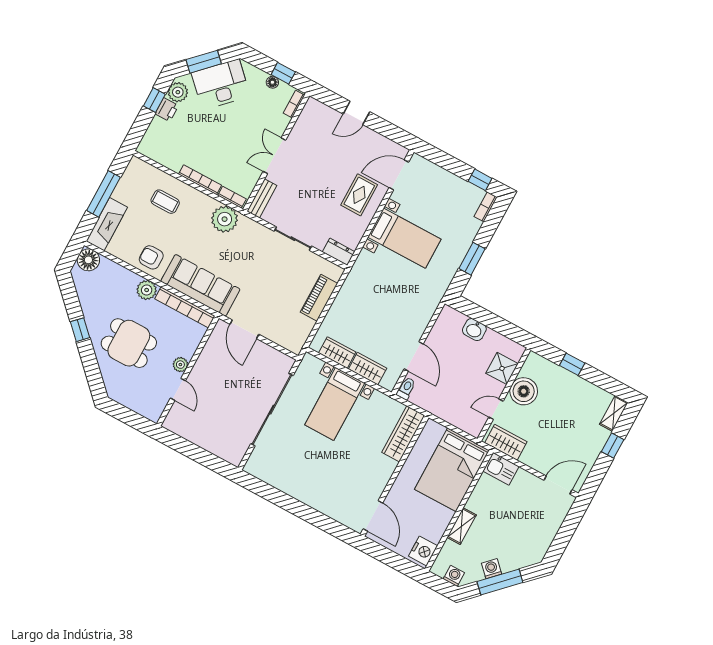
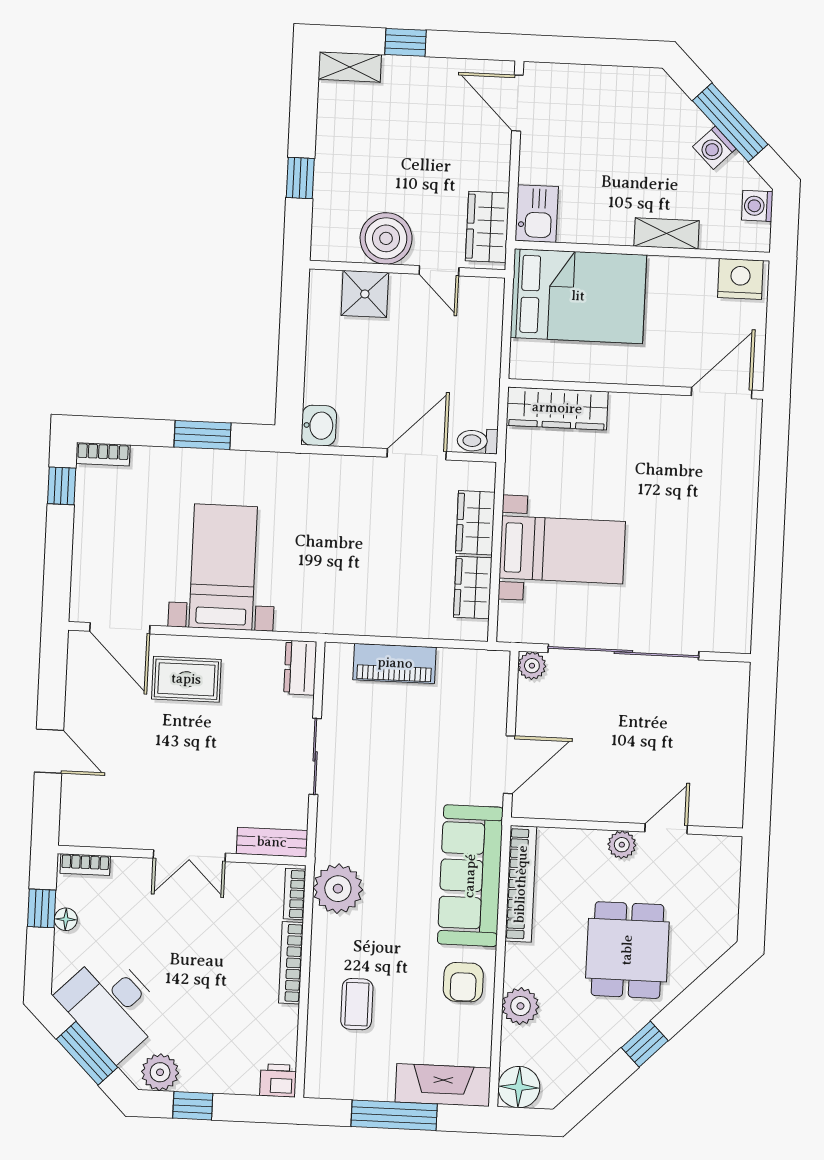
printer: (167, 110) -> (278, 1080), moved
plant: (147, 290) -> (520, 1006), moved
washbasin: (474, 330) -> (319, 426), moved
plant: (286, 363) -> (532, 666), added

